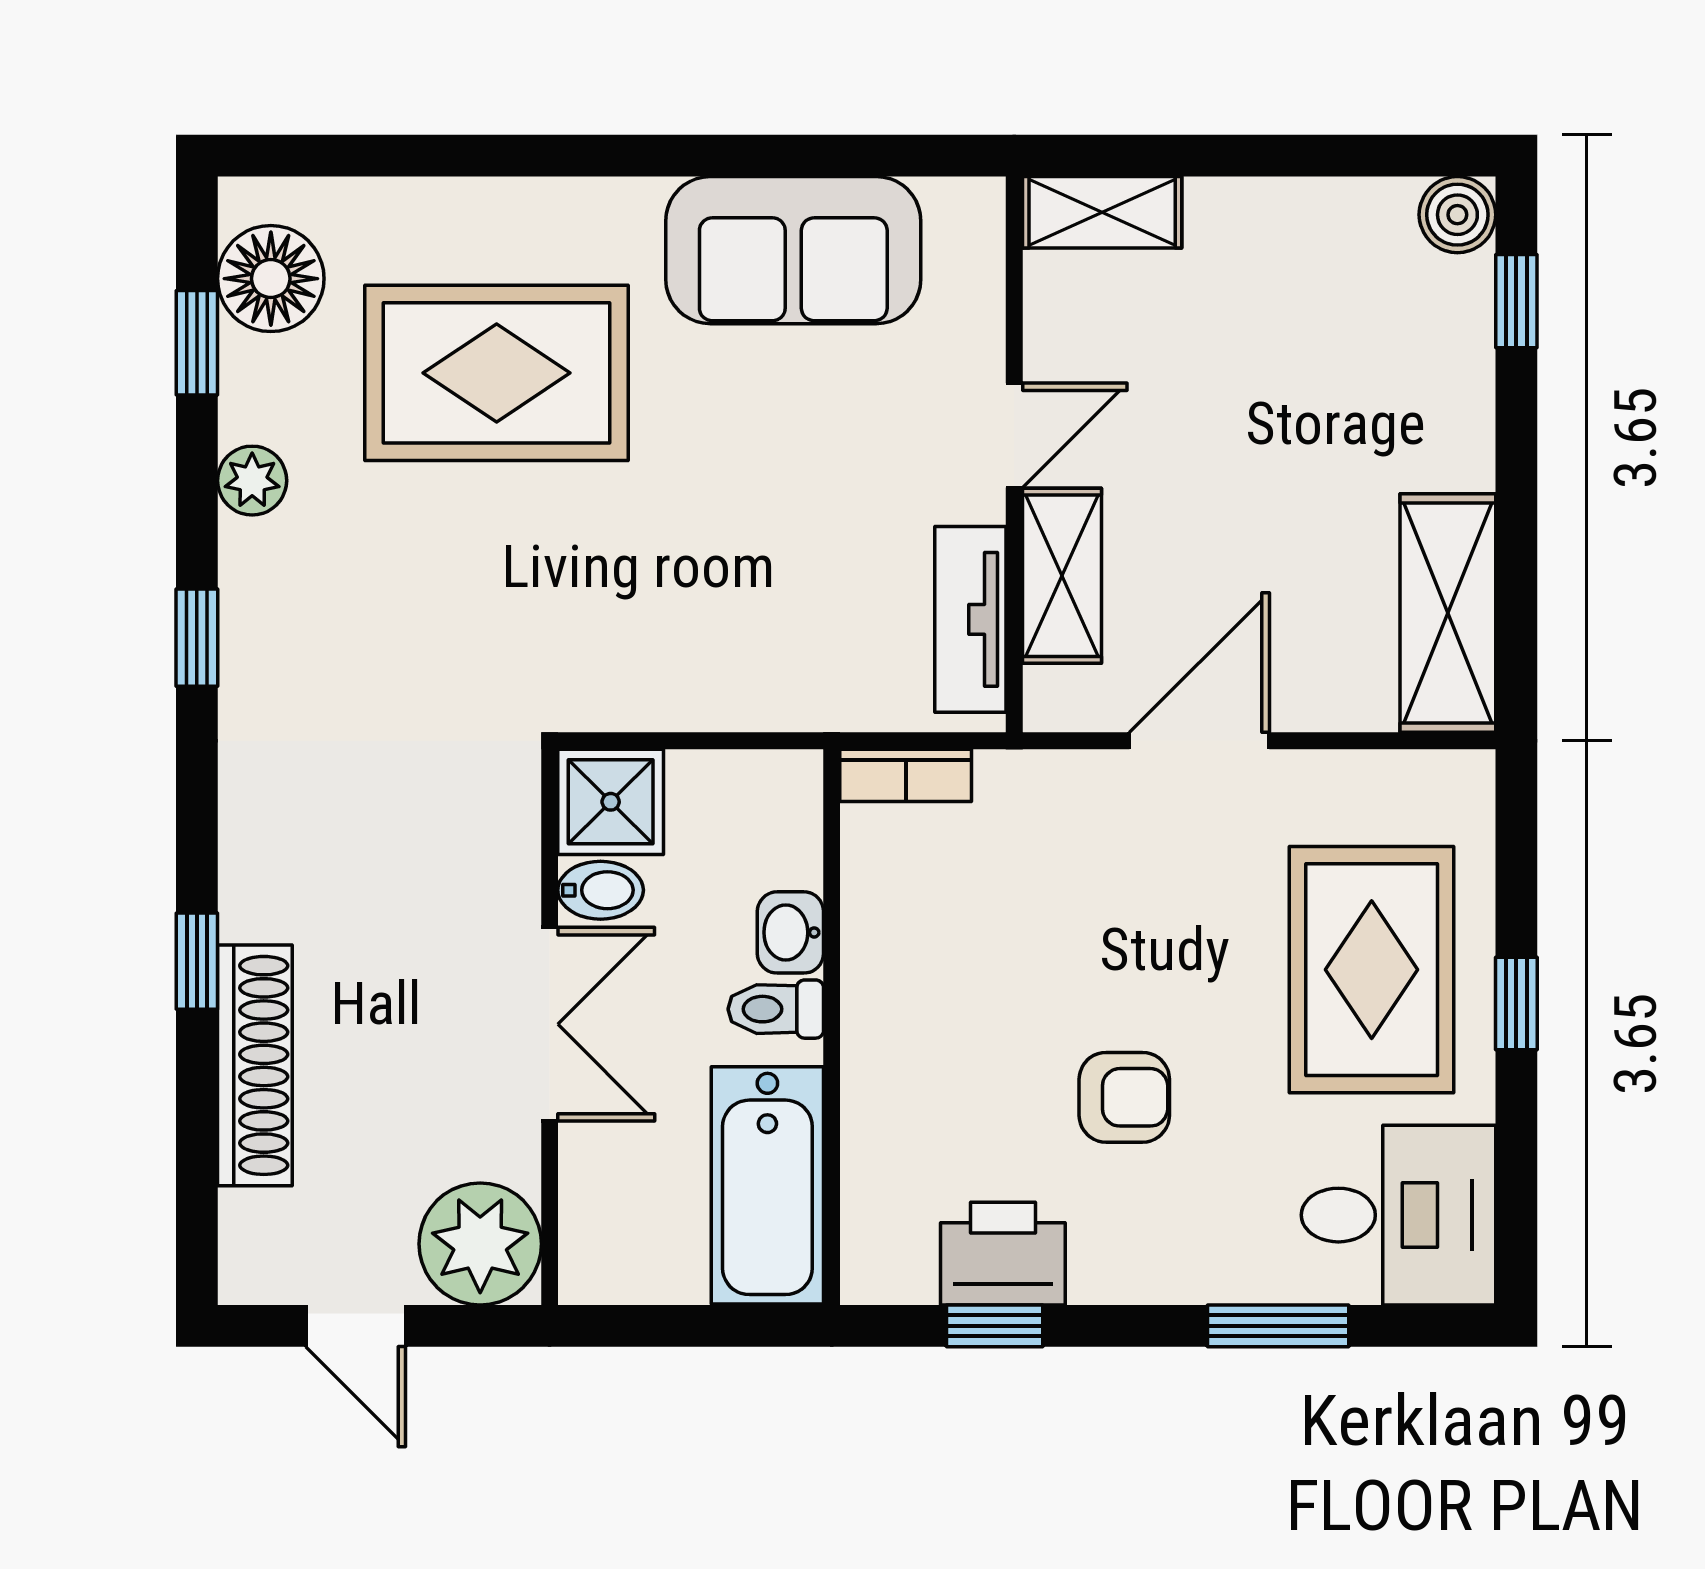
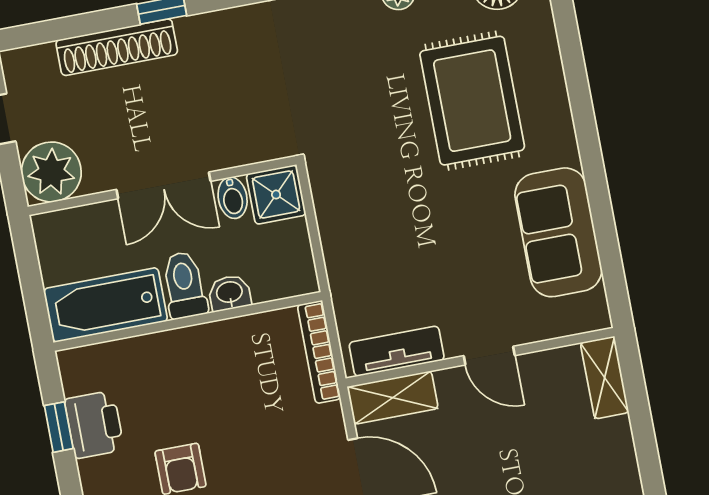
shelving: (1062, 576) -> (393, 398), moved
bookcase: (906, 775) -> (319, 352), width x1.56
toilet: (776, 1009) -> (184, 285), width x1.37, depth x1.39

